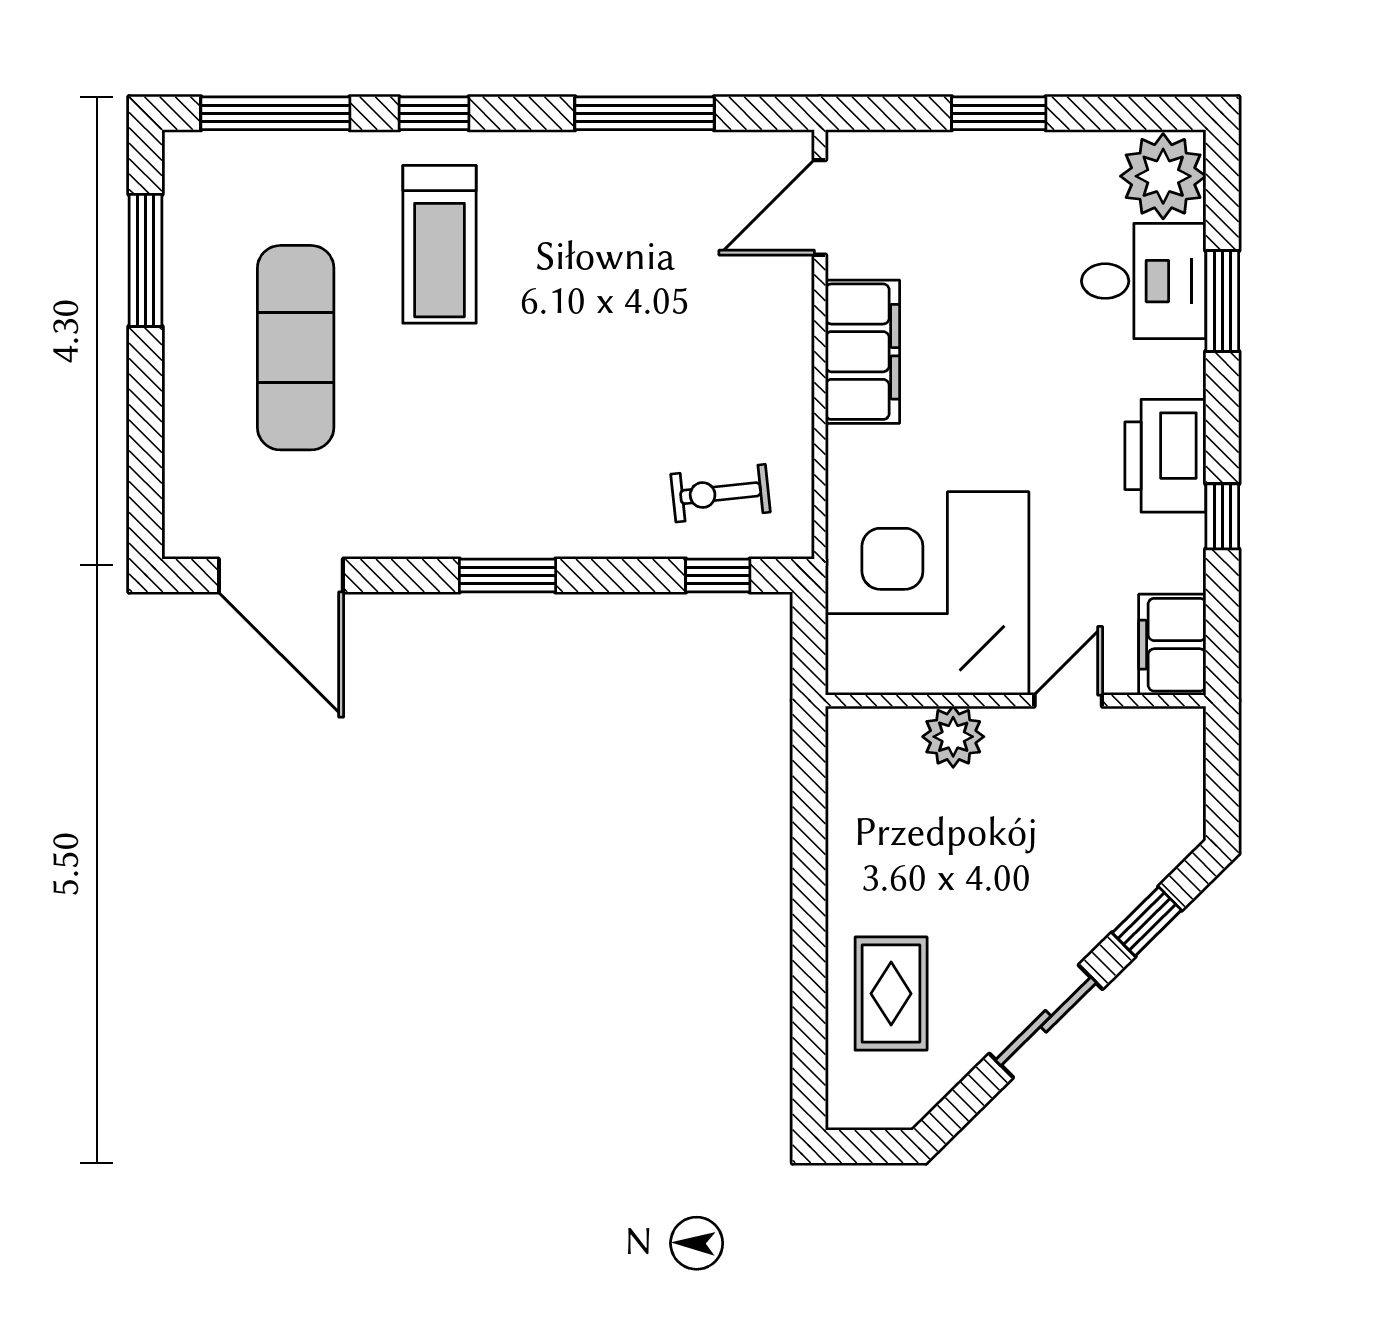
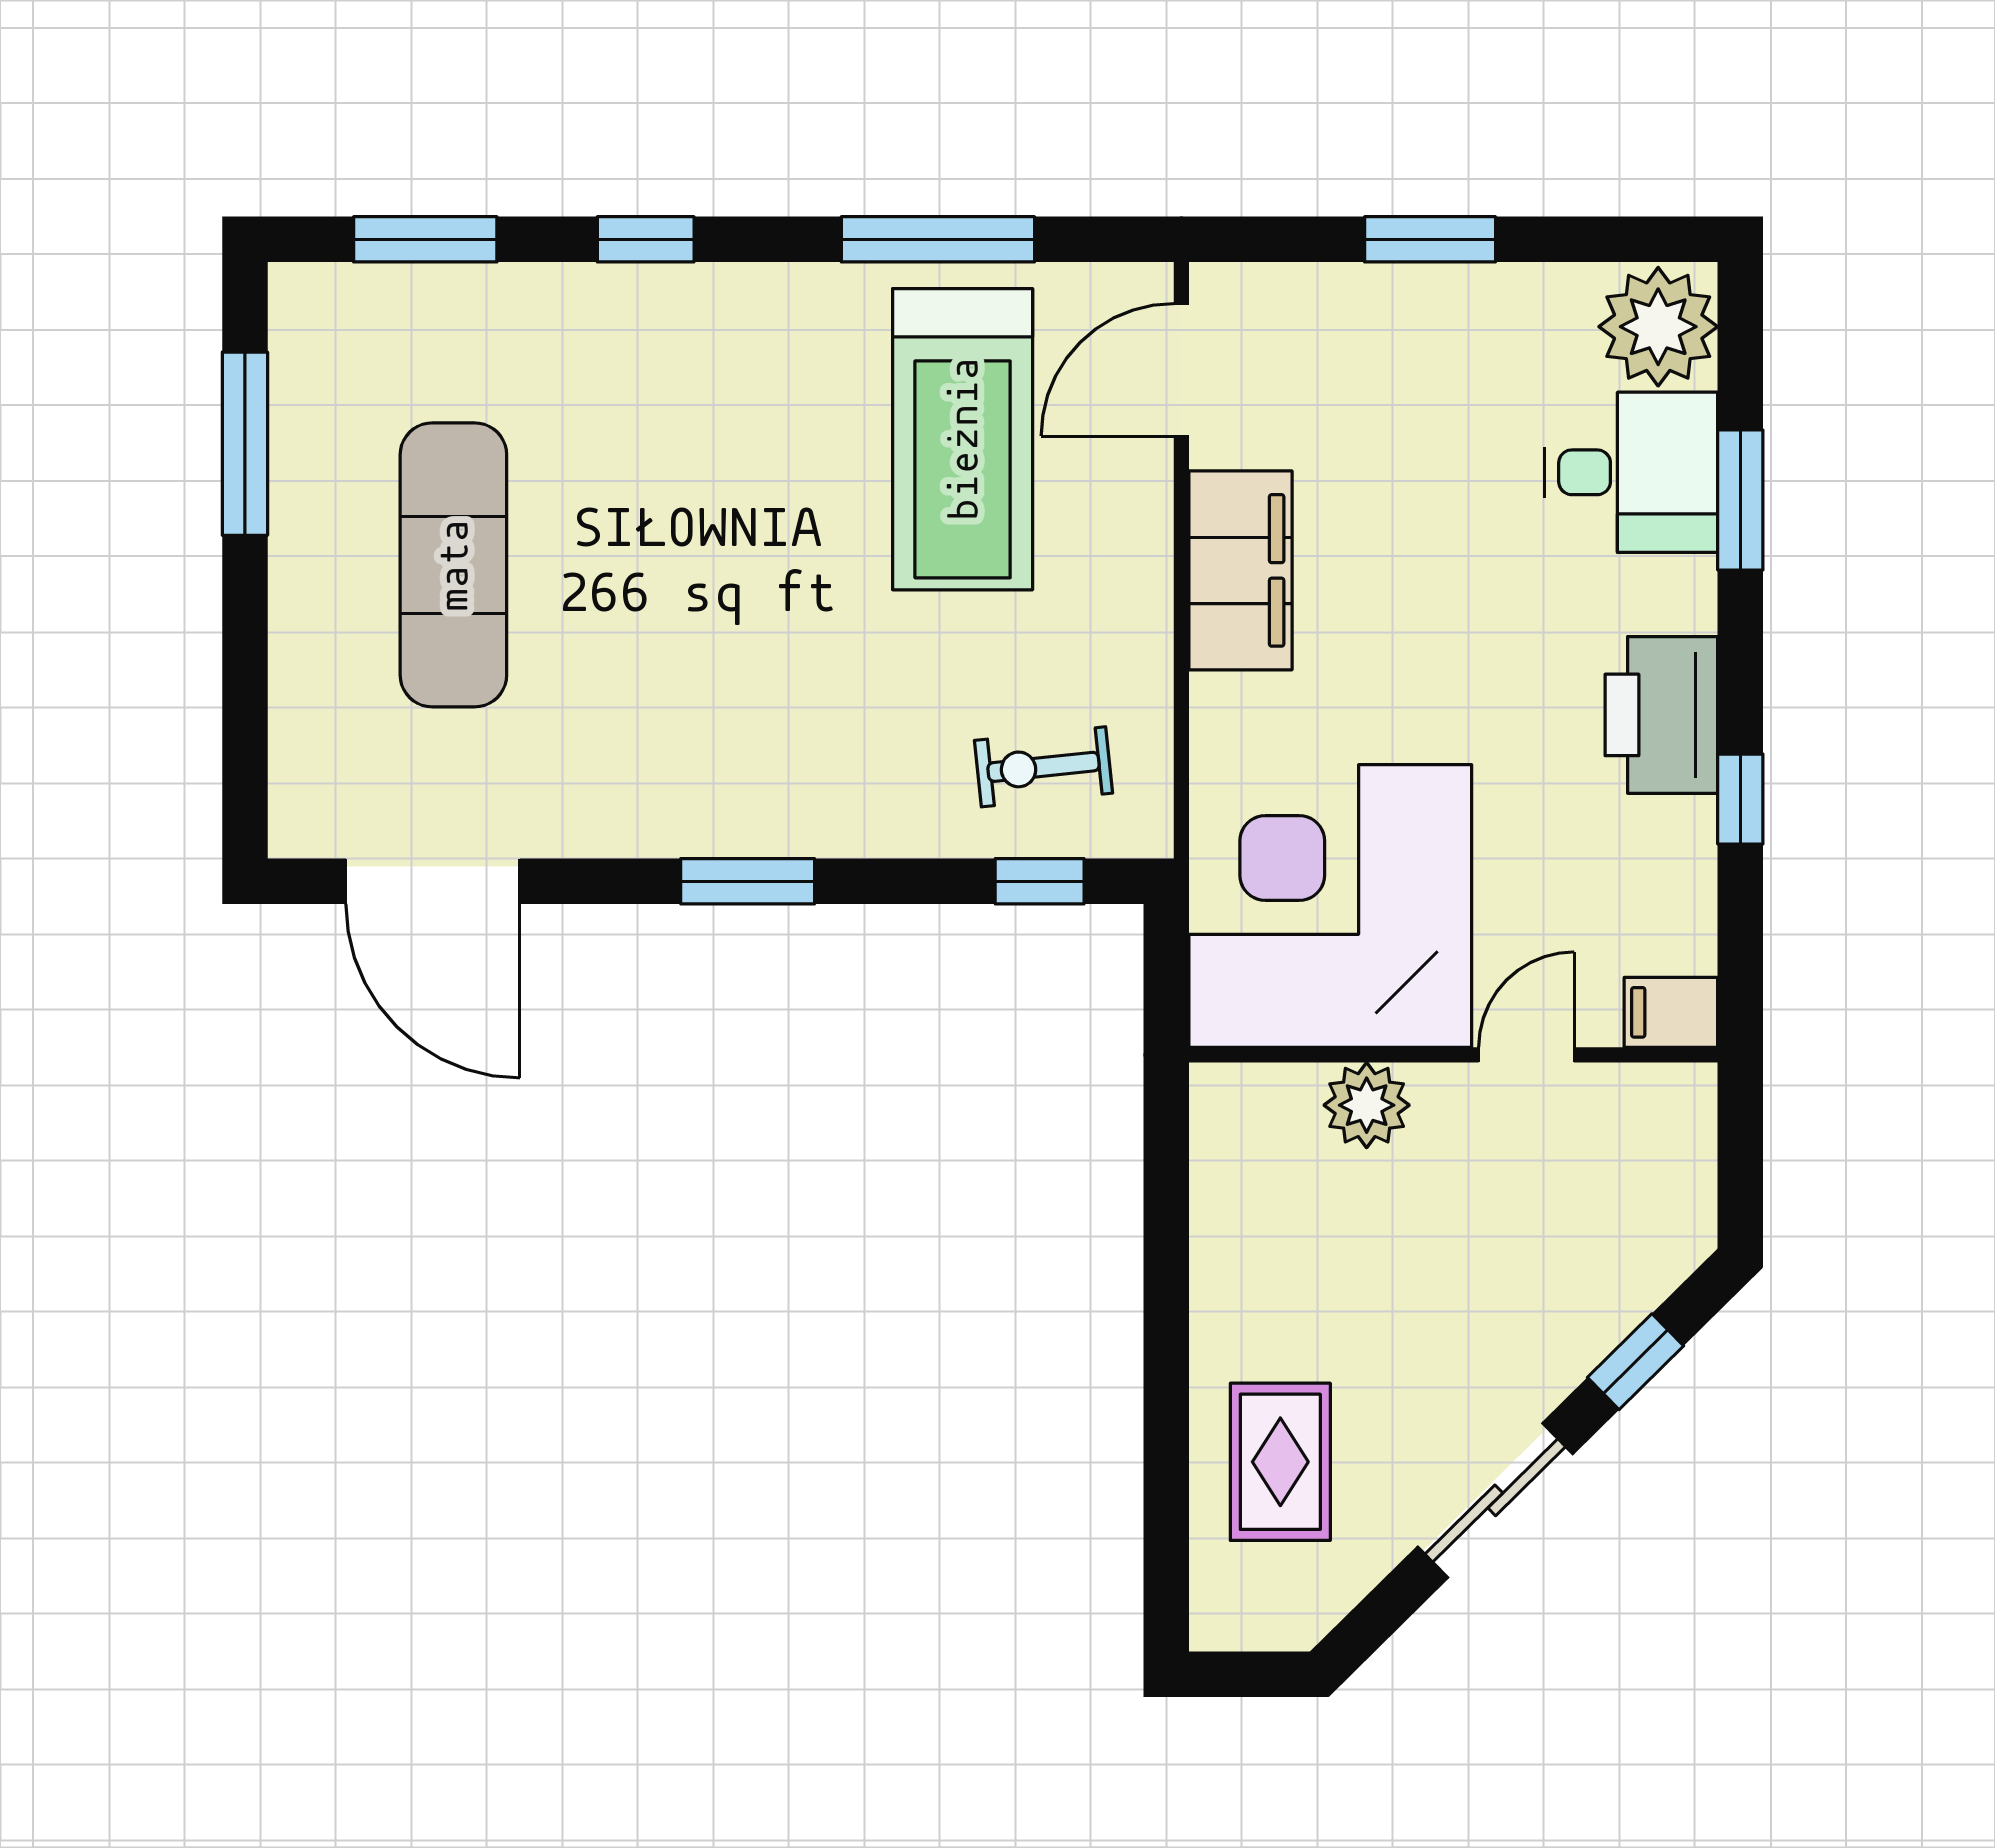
window: (275, 113) -> (425, 239), width x0.69
treadmill: (440, 244) -> (963, 439), moved, width x1.37, depth x1.38
filing cabinet: (1172, 645) -> (1671, 1012), width x0.50

